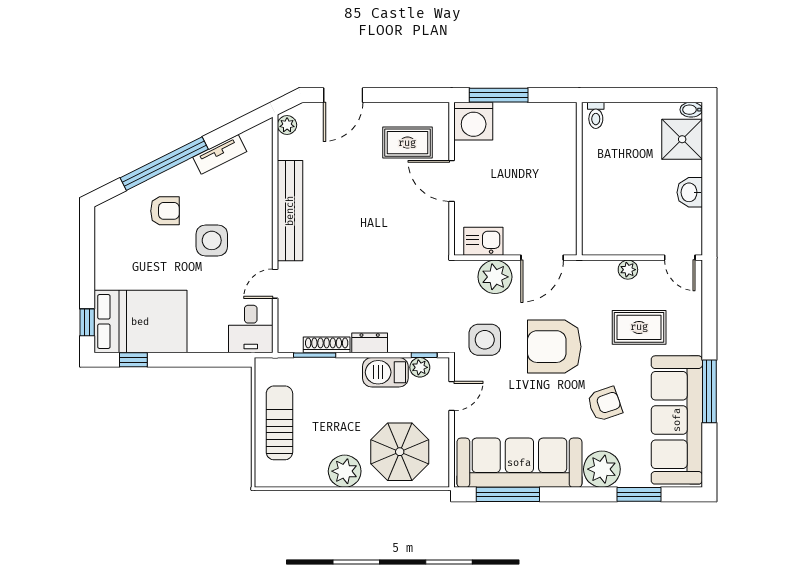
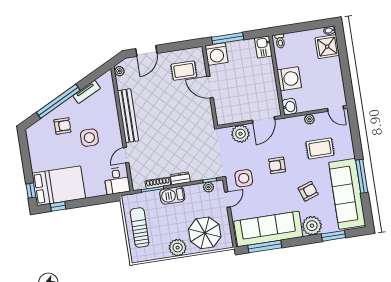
washing machine: (602, 188) -> (289, 79), added
washbasin: (690, 192) -> (289, 107), moved, turned 180
kitchen sink: (483, 241) -> (263, 47), moved, turned -90
side table: (485, 340) -> (244, 178), moved
armchair: (554, 347) -> (277, 165), width x0.53, depth x0.53
barbecue: (385, 372) -> (172, 195), moved

